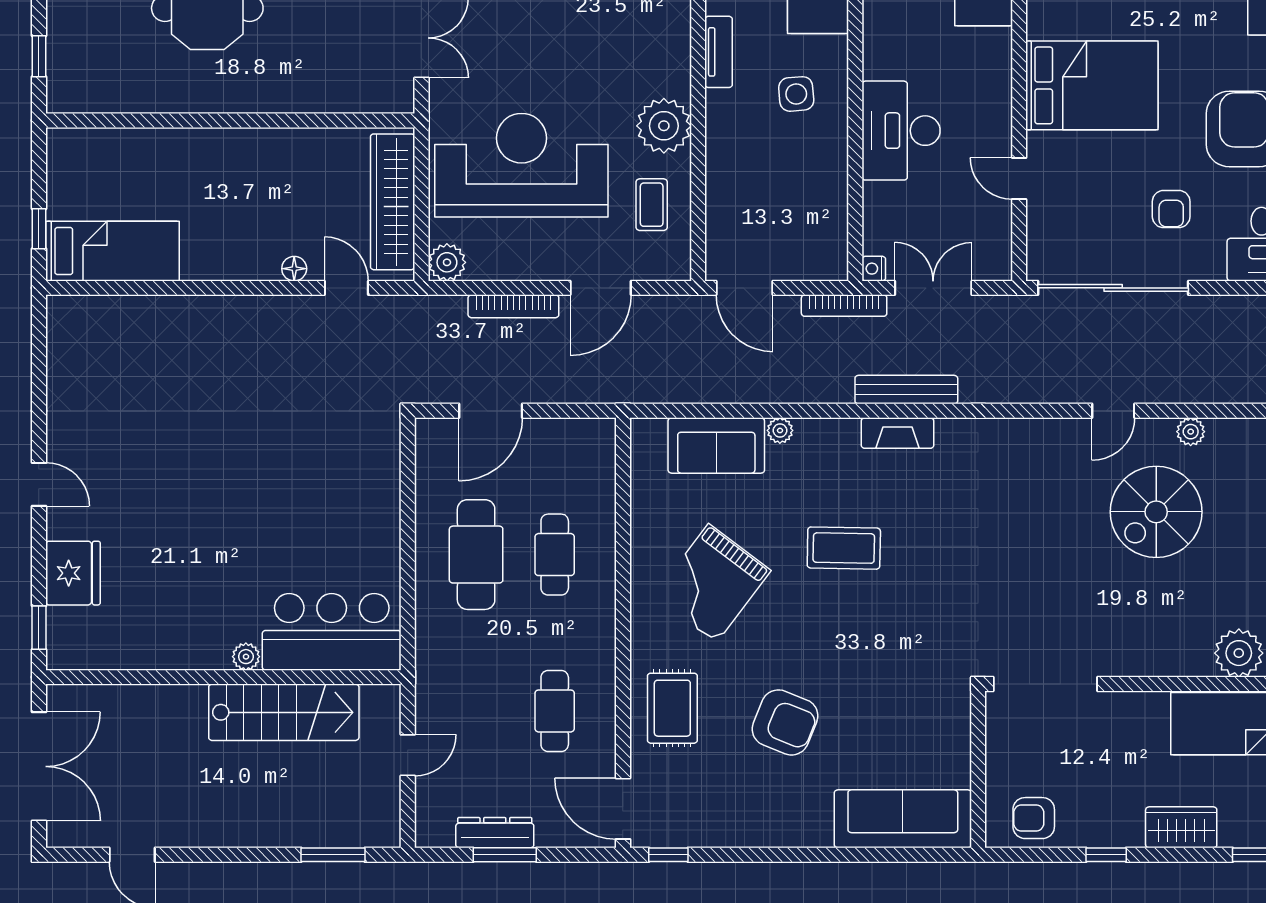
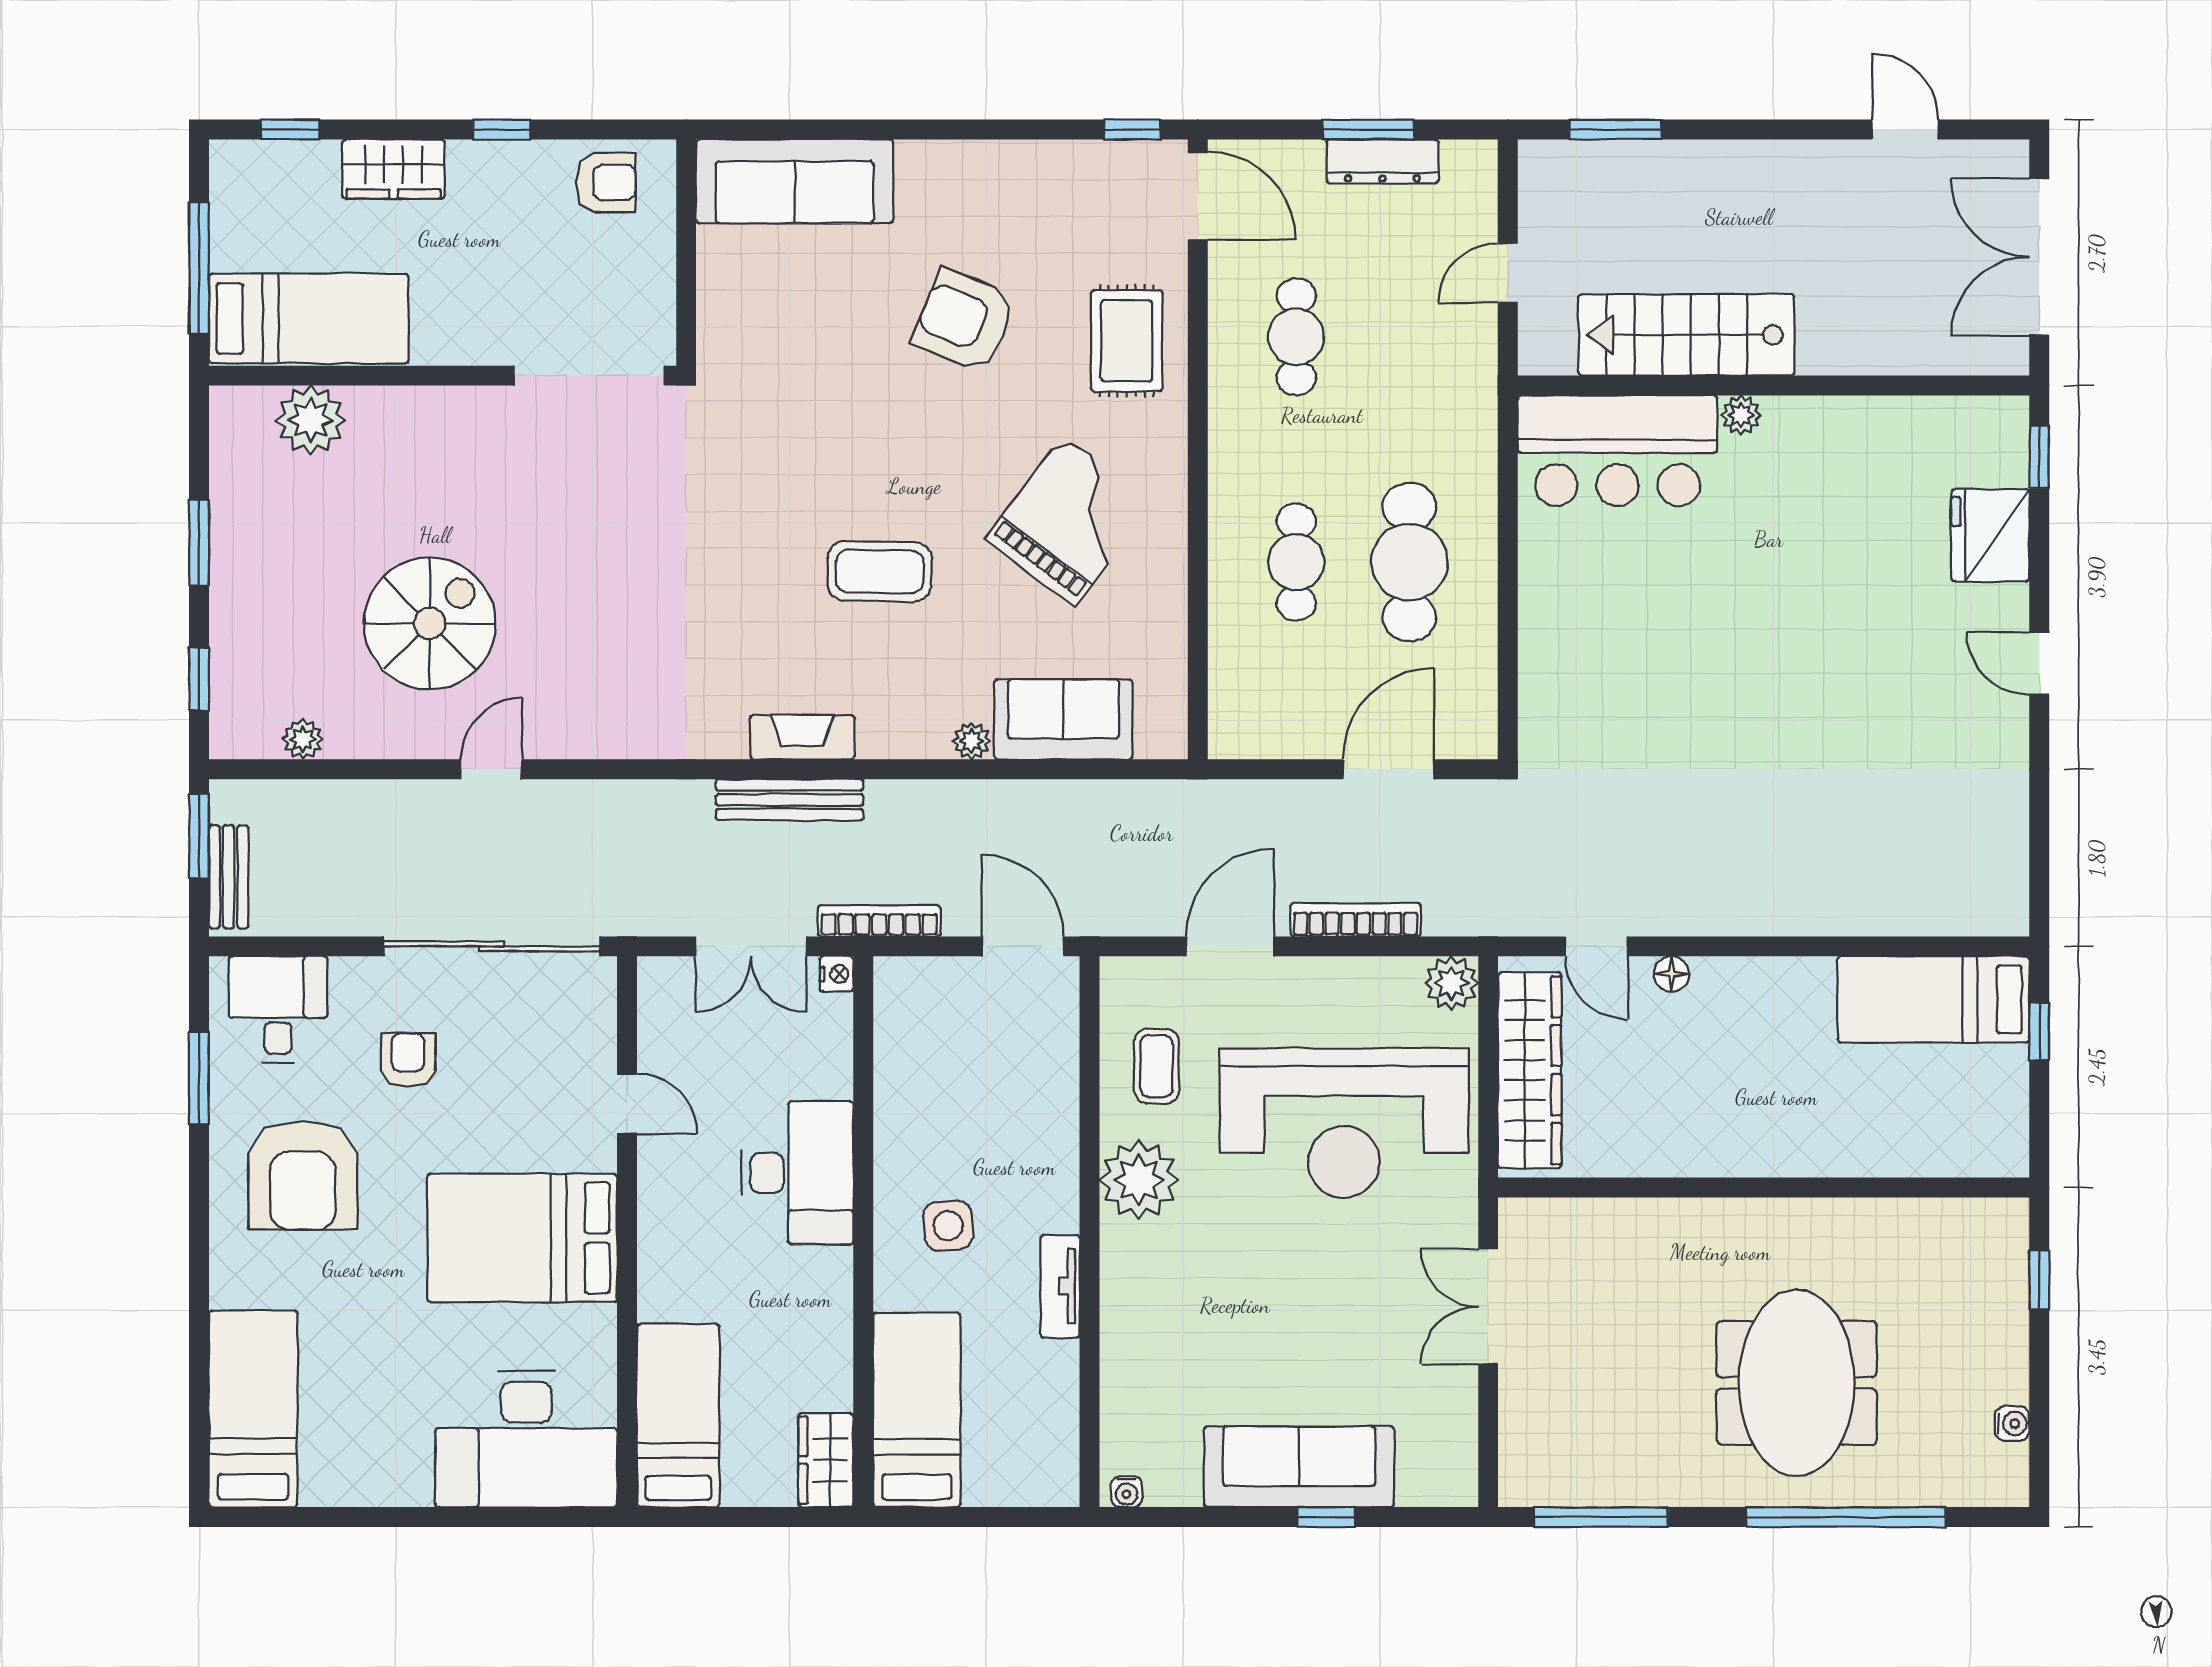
plant: (1191, 432) -> (303, 739), moved

